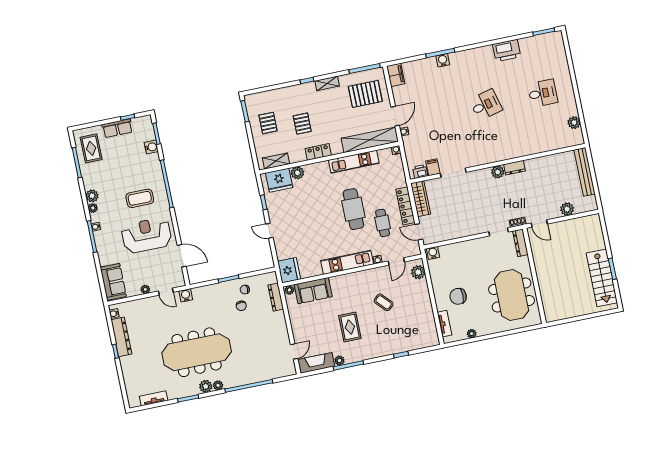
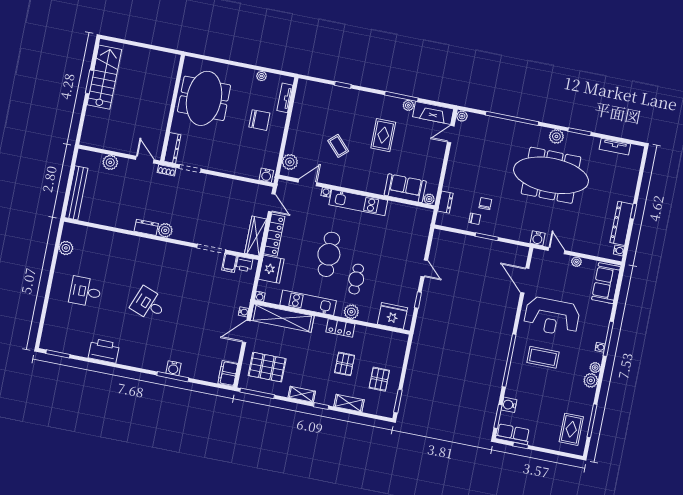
desk: (486, 105) -> (149, 304), turned 36
row of seats: (117, 128) -> (513, 434), moved
shelving: (276, 161) -> (349, 403), moved
plant: (297, 173) -> (351, 312), moved
cafe table: (383, 223) -> (356, 279), moved
fridge: (289, 270) -> (271, 269), moved, turned 180
dresser: (276, 297) -> (445, 202), width x0.70
plant: (218, 385) -> (462, 116), moved

